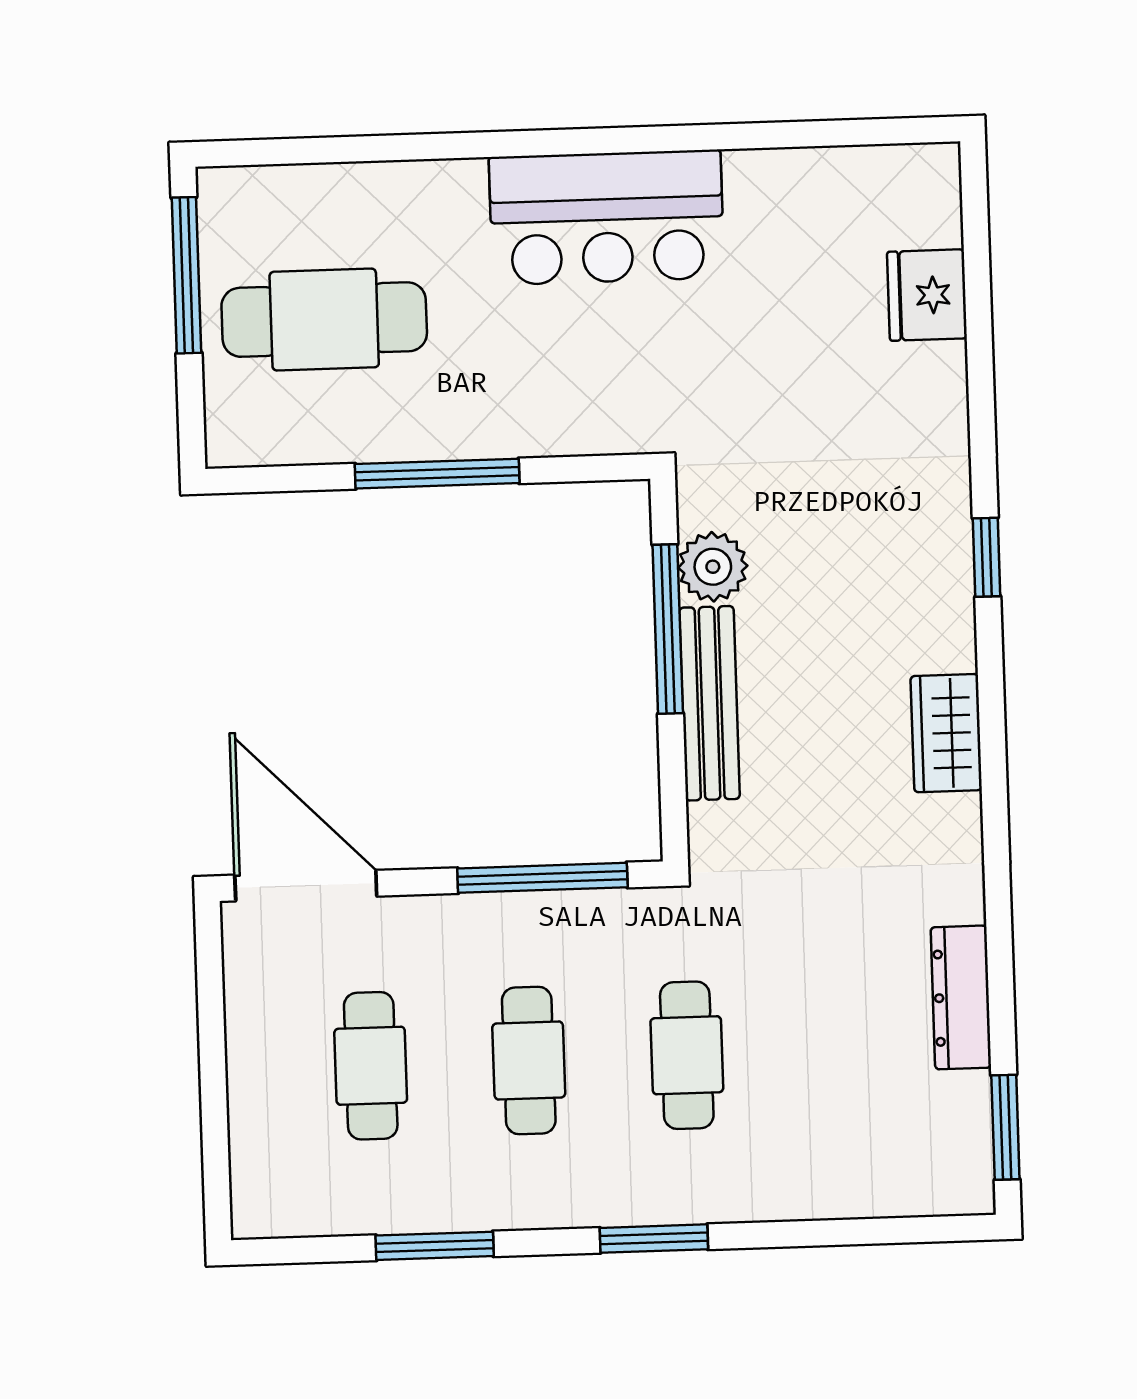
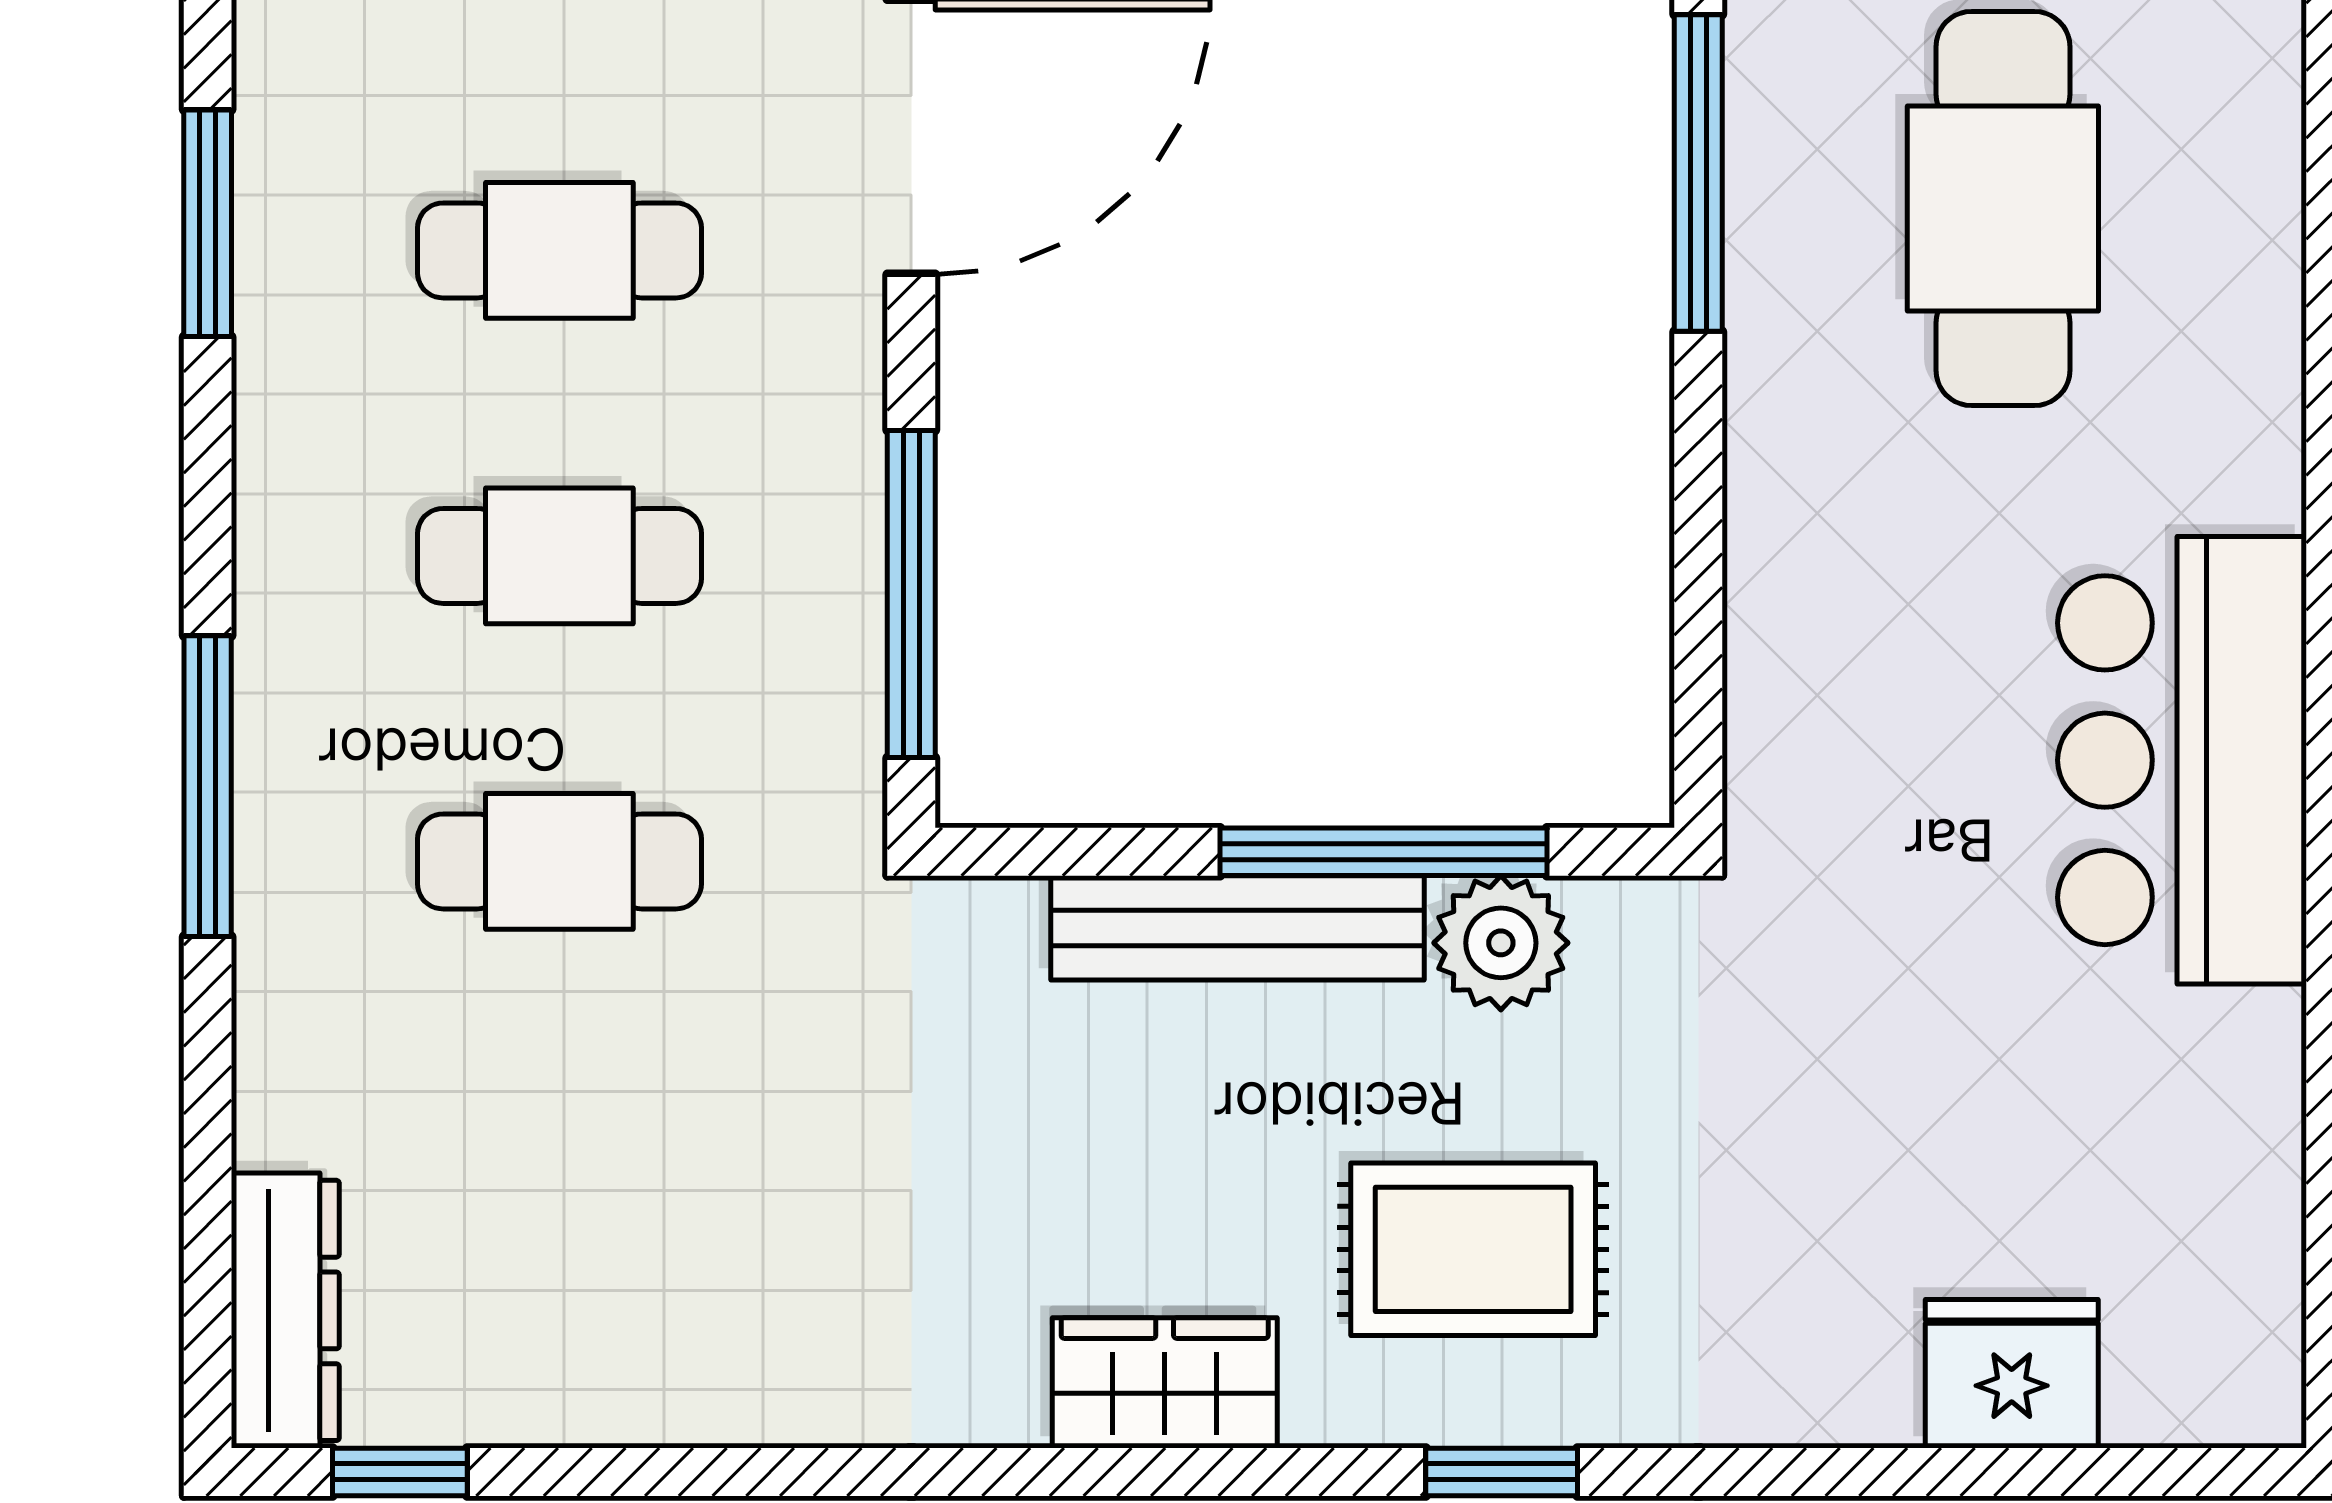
window: (437, 474) -> (1698, 173), moved
rug: (872, 576) -> (1473, 1249), added
dresser: (961, 997) -> (285, 1310), moved, turned 90
window: (1005, 1127) -> (400, 1472), width x0.67
window: (654, 1239) -> (208, 786), width x1.44
window: (435, 1246) -> (208, 223), moved

